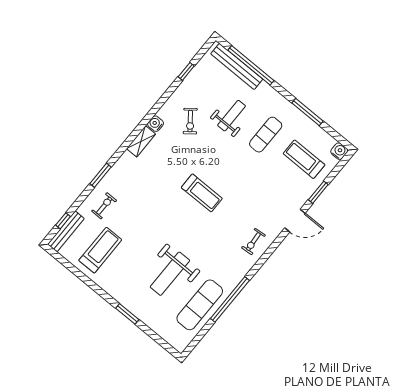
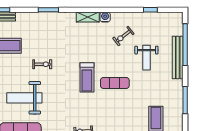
bench: (237, 66) -> (178, 57), moved
weight bench: (232, 116) -> (146, 58), turned 90
exercise mat: (266, 135) -> (115, 83), moved
exercise bike: (104, 206) -> (42, 64), moved

